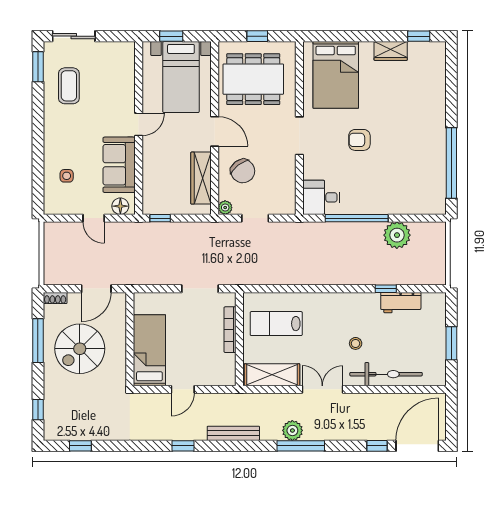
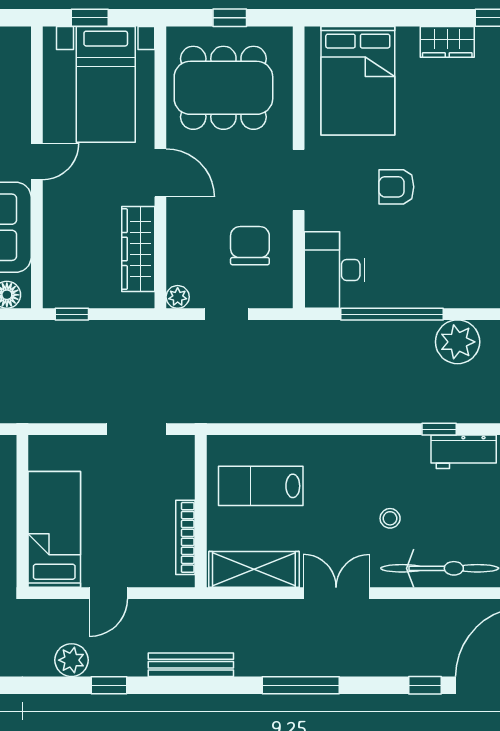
chair: (243, 171) -> (250, 246), moved, turned -143
desk: (321, 197) -> (334, 270), width x1.37
bookcase: (230, 330) -> (185, 537), moved
plant: (292, 430) -> (71, 660), moved

